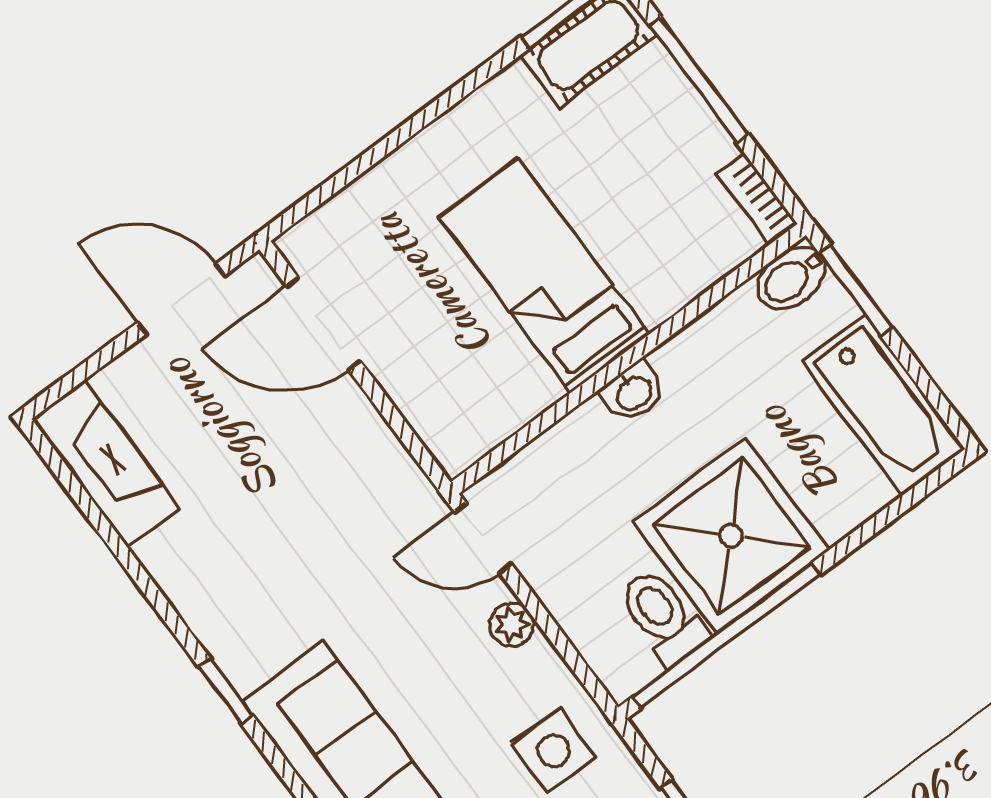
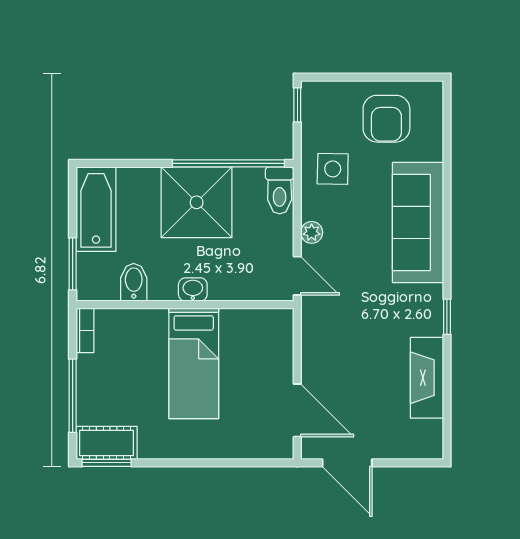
bidet: (791, 278) -> (134, 282), moved, turned -90
fireplace: (106, 464) -> (427, 378), moved
toilet: (662, 616) -> (280, 190), moved
window: (226, 691) -> (447, 317), moved

